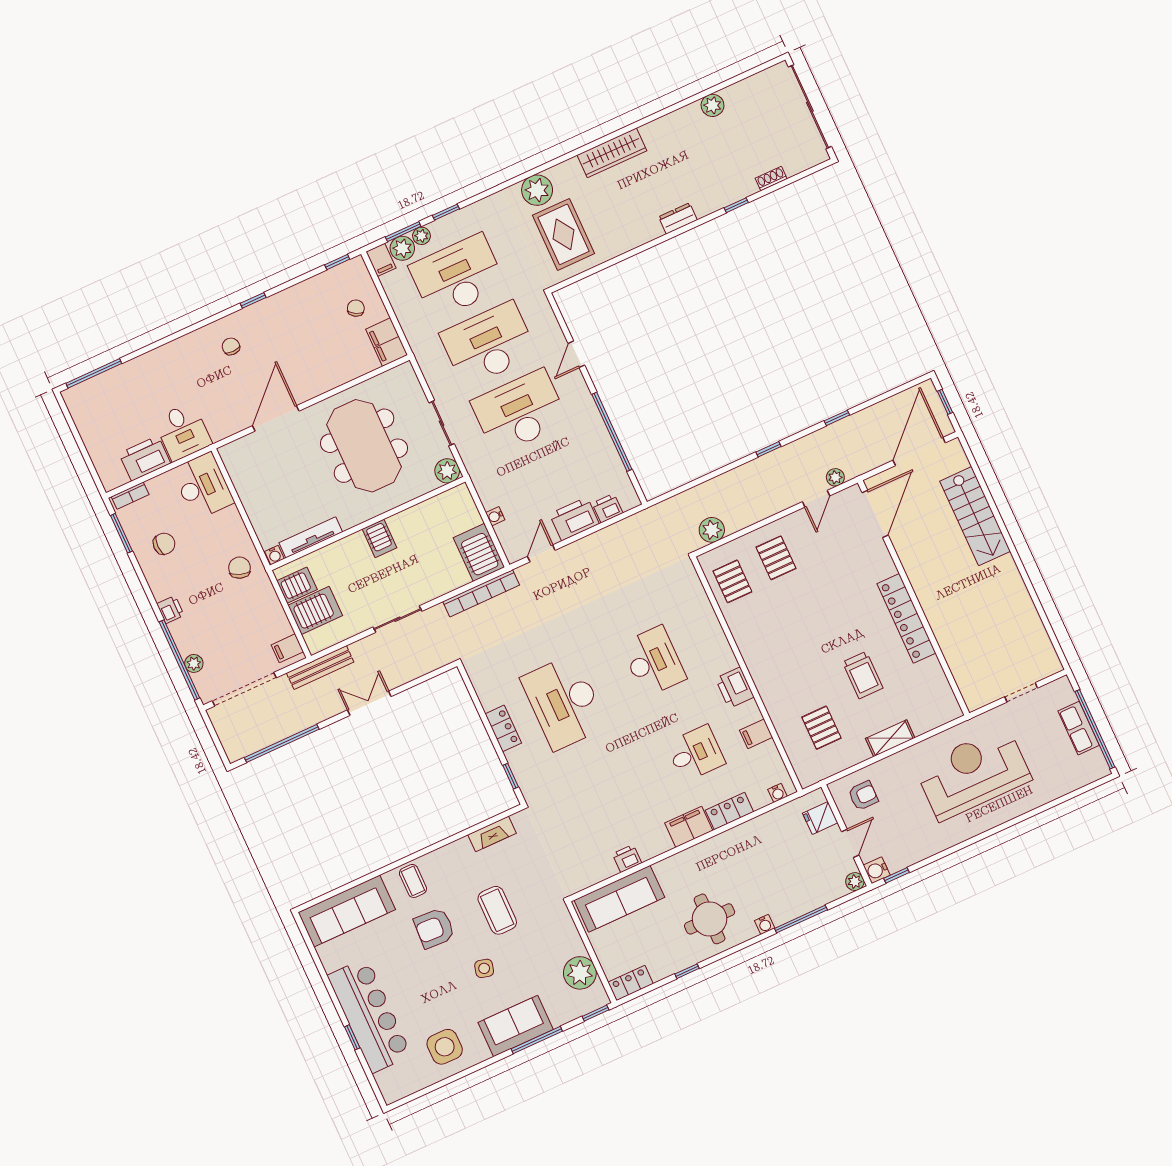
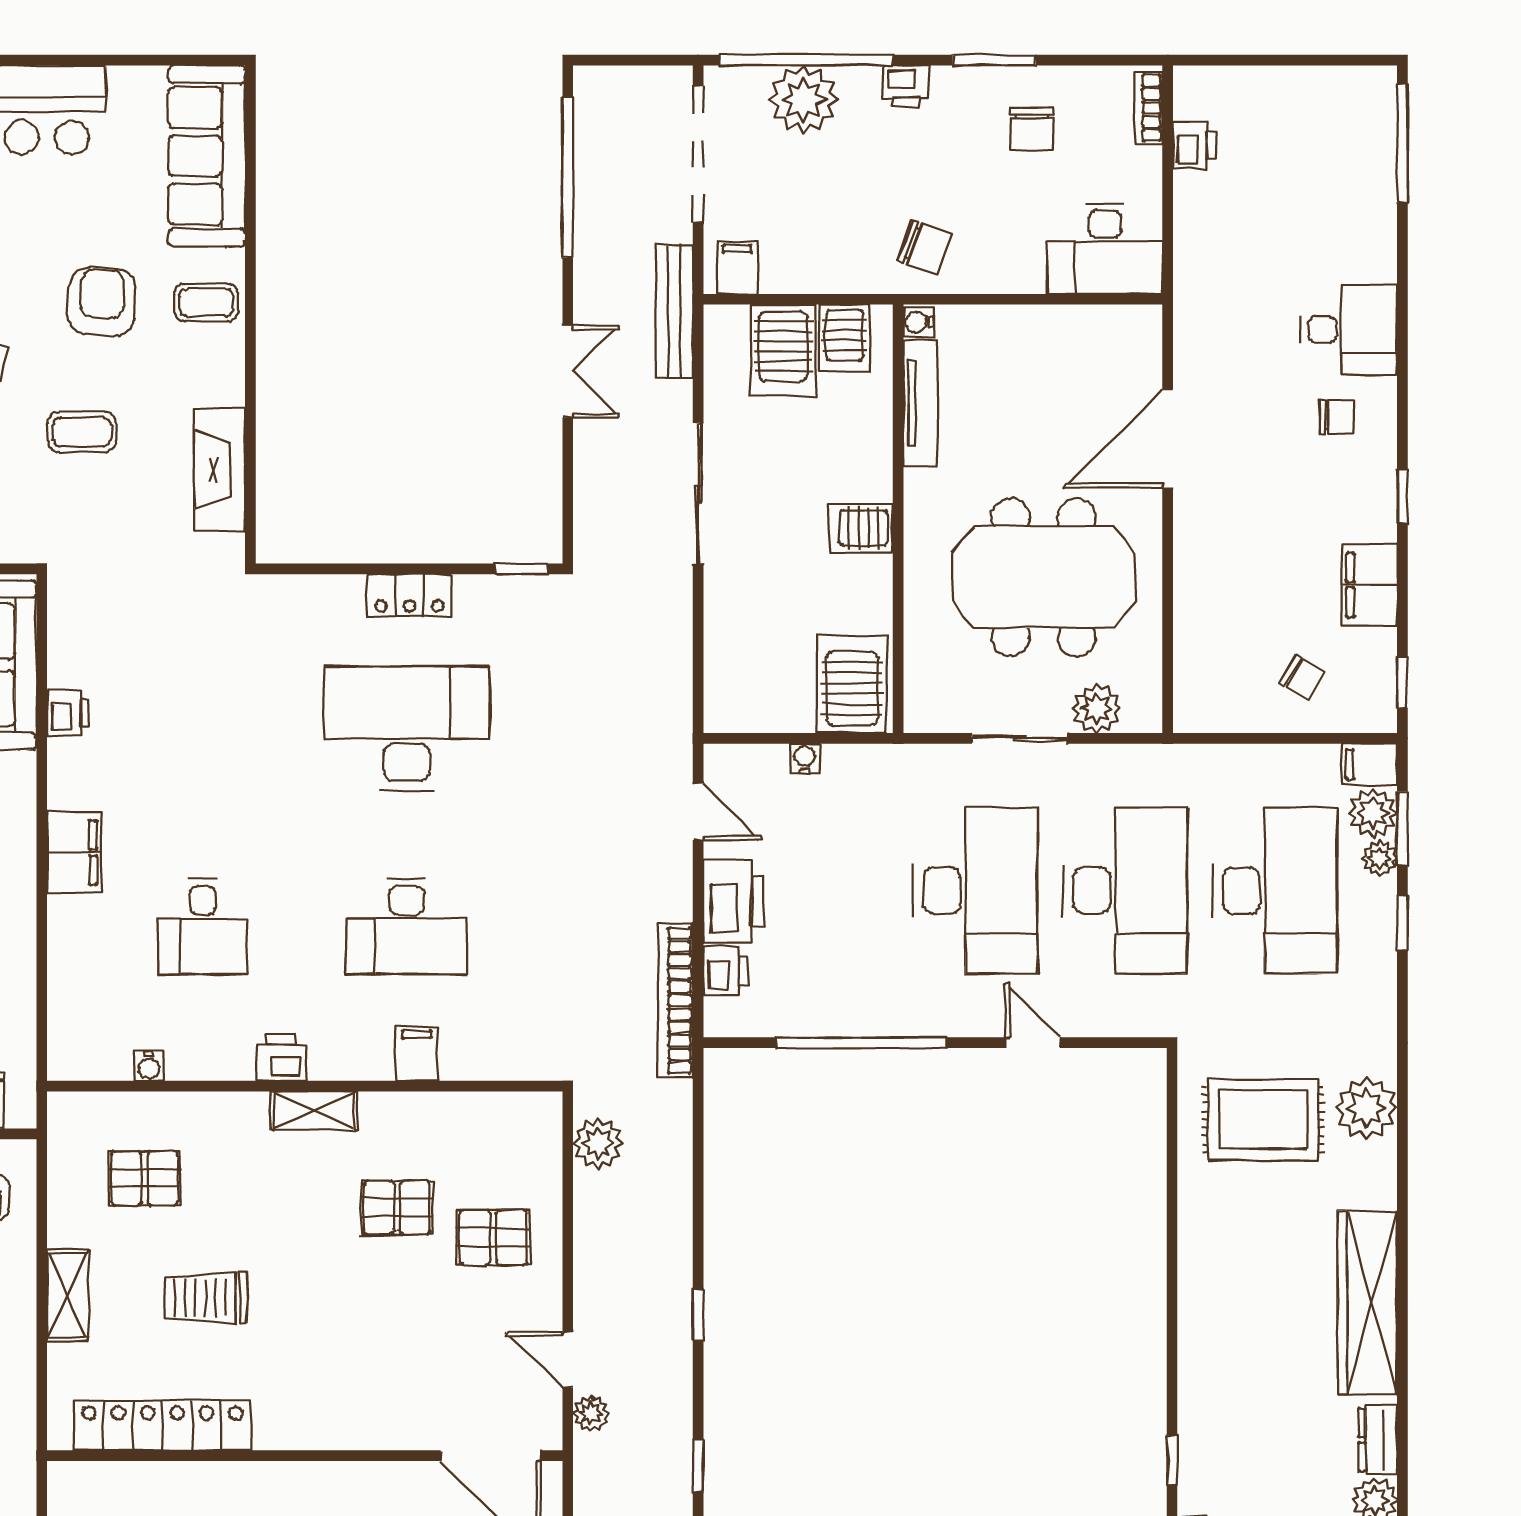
wardrobe: (612, 153) -> (1367, 1303), width x1.40, depth x1.17
dresser: (678, 218) -> (1378, 1440), moved, turned 180
filing cabinet: (387, 342) -> (1370, 585), moved, turned -90
door: (276, 418) -> (1168, 439), swing flipped
desk: (183, 432) -> (1349, 330), moved, turned 180
printer: (145, 458) -> (1194, 145), width x0.53, depth x0.68
plant: (447, 471) -> (1097, 709), moved
window: (121, 533) -> (994, 60), moved
server rack: (479, 552) -> (852, 684), moved, turned -90
pallet: (732, 581) -> (397, 1207), moved
bookcase: (481, 593) -> (675, 1000), moved
locker: (906, 618) -> (162, 1425), moved
sliding door: (398, 619) -> (698, 493), width x1.37
plant: (194, 663) -> (804, 100), width x1.87, depth x1.87
shelving: (756, 665) -> (314, 1111), added
printer: (735, 688) -> (281, 1058), width x0.73, depth x0.81
filing cabinet: (756, 734) -> (417, 1054), moved
window: (511, 776) -> (522, 569), moved
water cooler: (777, 793) -> (149, 1066), moved, turned -90
locker: (729, 811) -> (69, 940), removed
fireplace: (492, 834) -> (220, 470), width x1.37, depth x1.32
coffee table: (497, 910) -> (82, 432), width x0.73, depth x0.77

